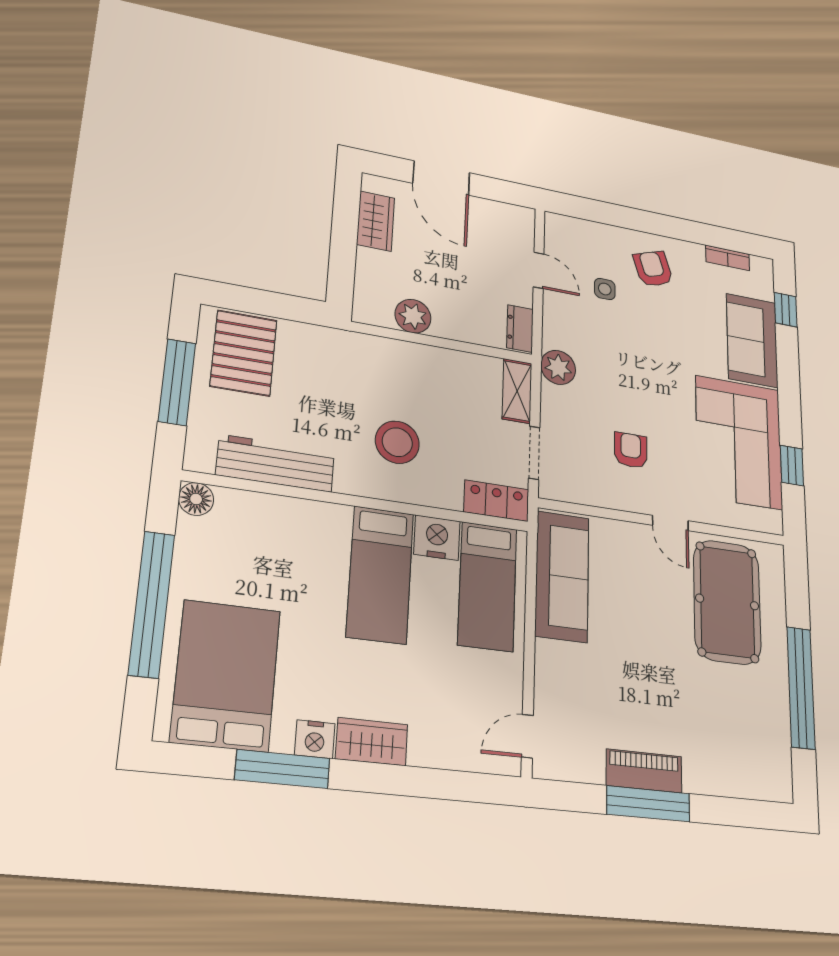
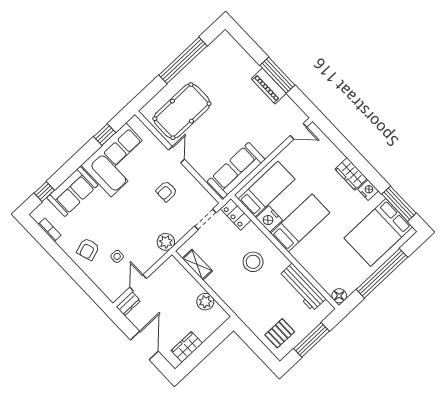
dresser: (520, 329) -> (128, 304), moved
pallet: (244, 353) -> (280, 333), width x0.67, depth x0.71
shelving: (517, 391) -> (197, 265), moved, turned 90
window: (282, 769) -> (399, 204), moved

